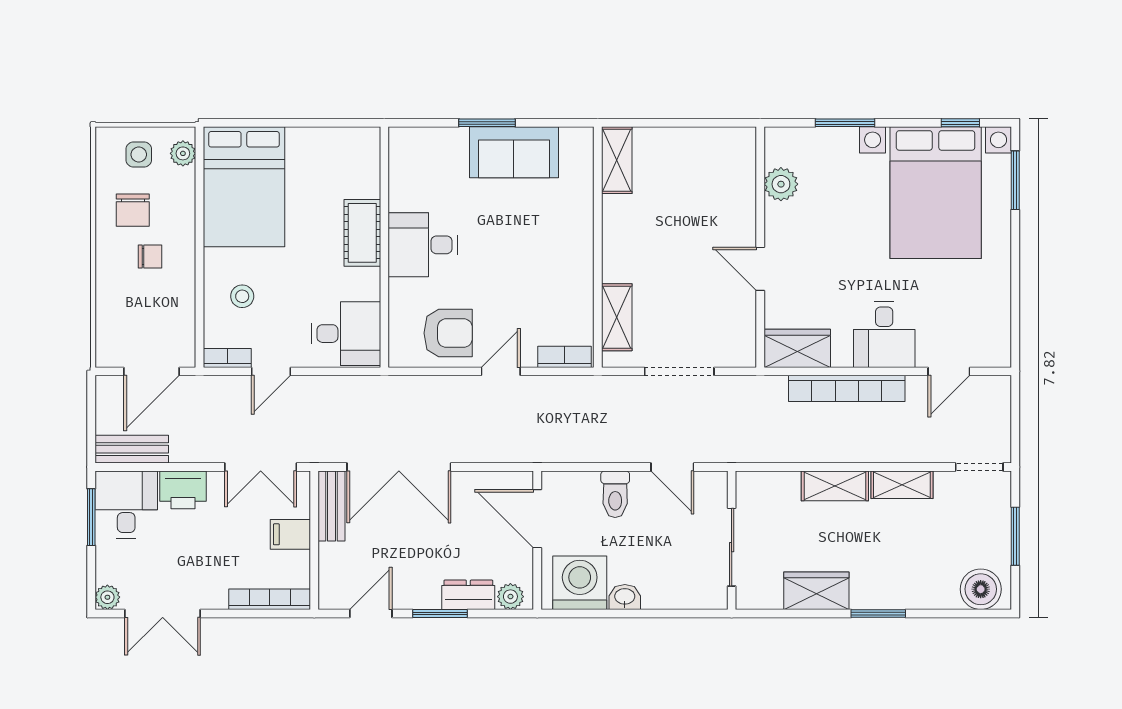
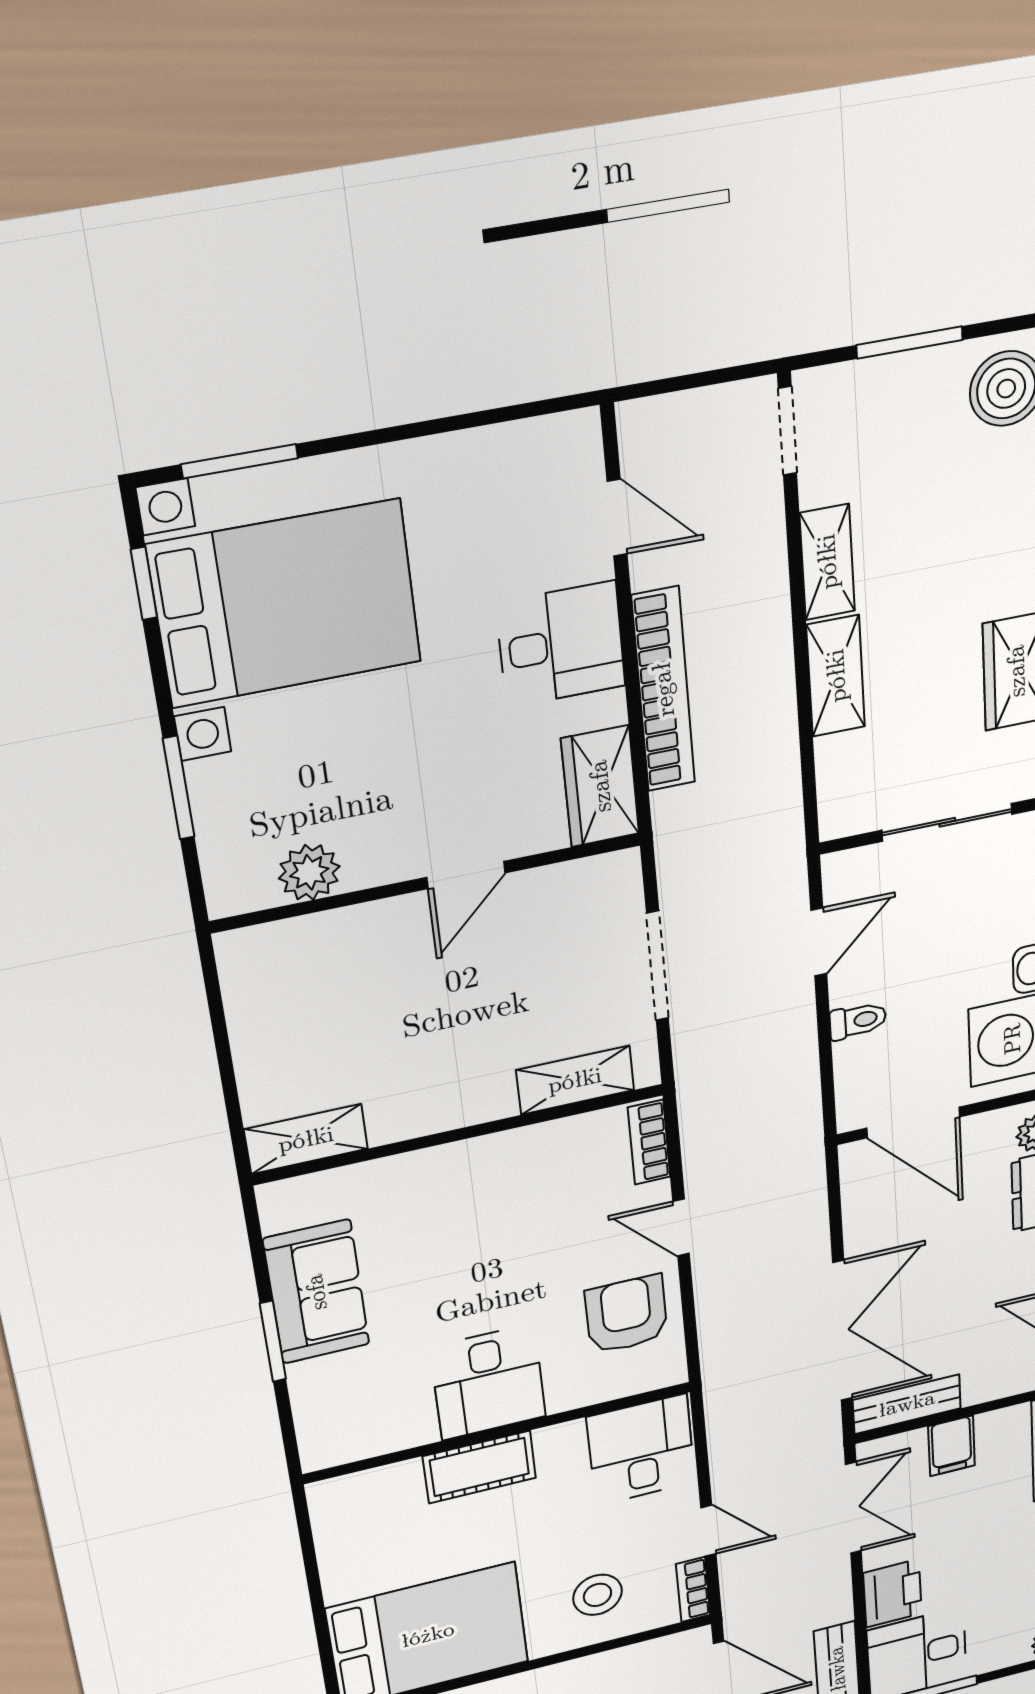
stool: (242, 296) -> (597, 1595), width x1.37, depth x1.37
toilet: (615, 494) -> (858, 1021), width x0.73, depth x0.72
door: (537, 519) -> (913, 1122), hinge flipped

